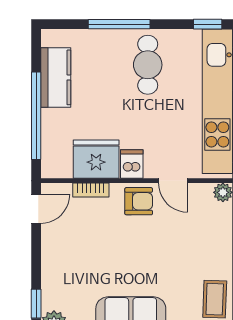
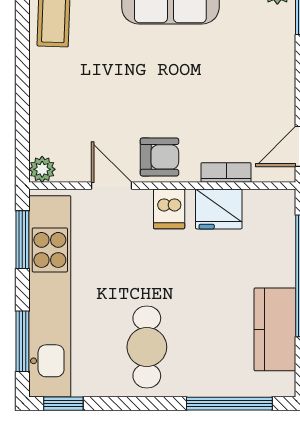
window: (119, 24) -> (229, 404), moved
fridge: (96, 159) -> (219, 209), width x0.73, depth x0.75
armchair: (139, 201) -> (159, 157), turned 180

